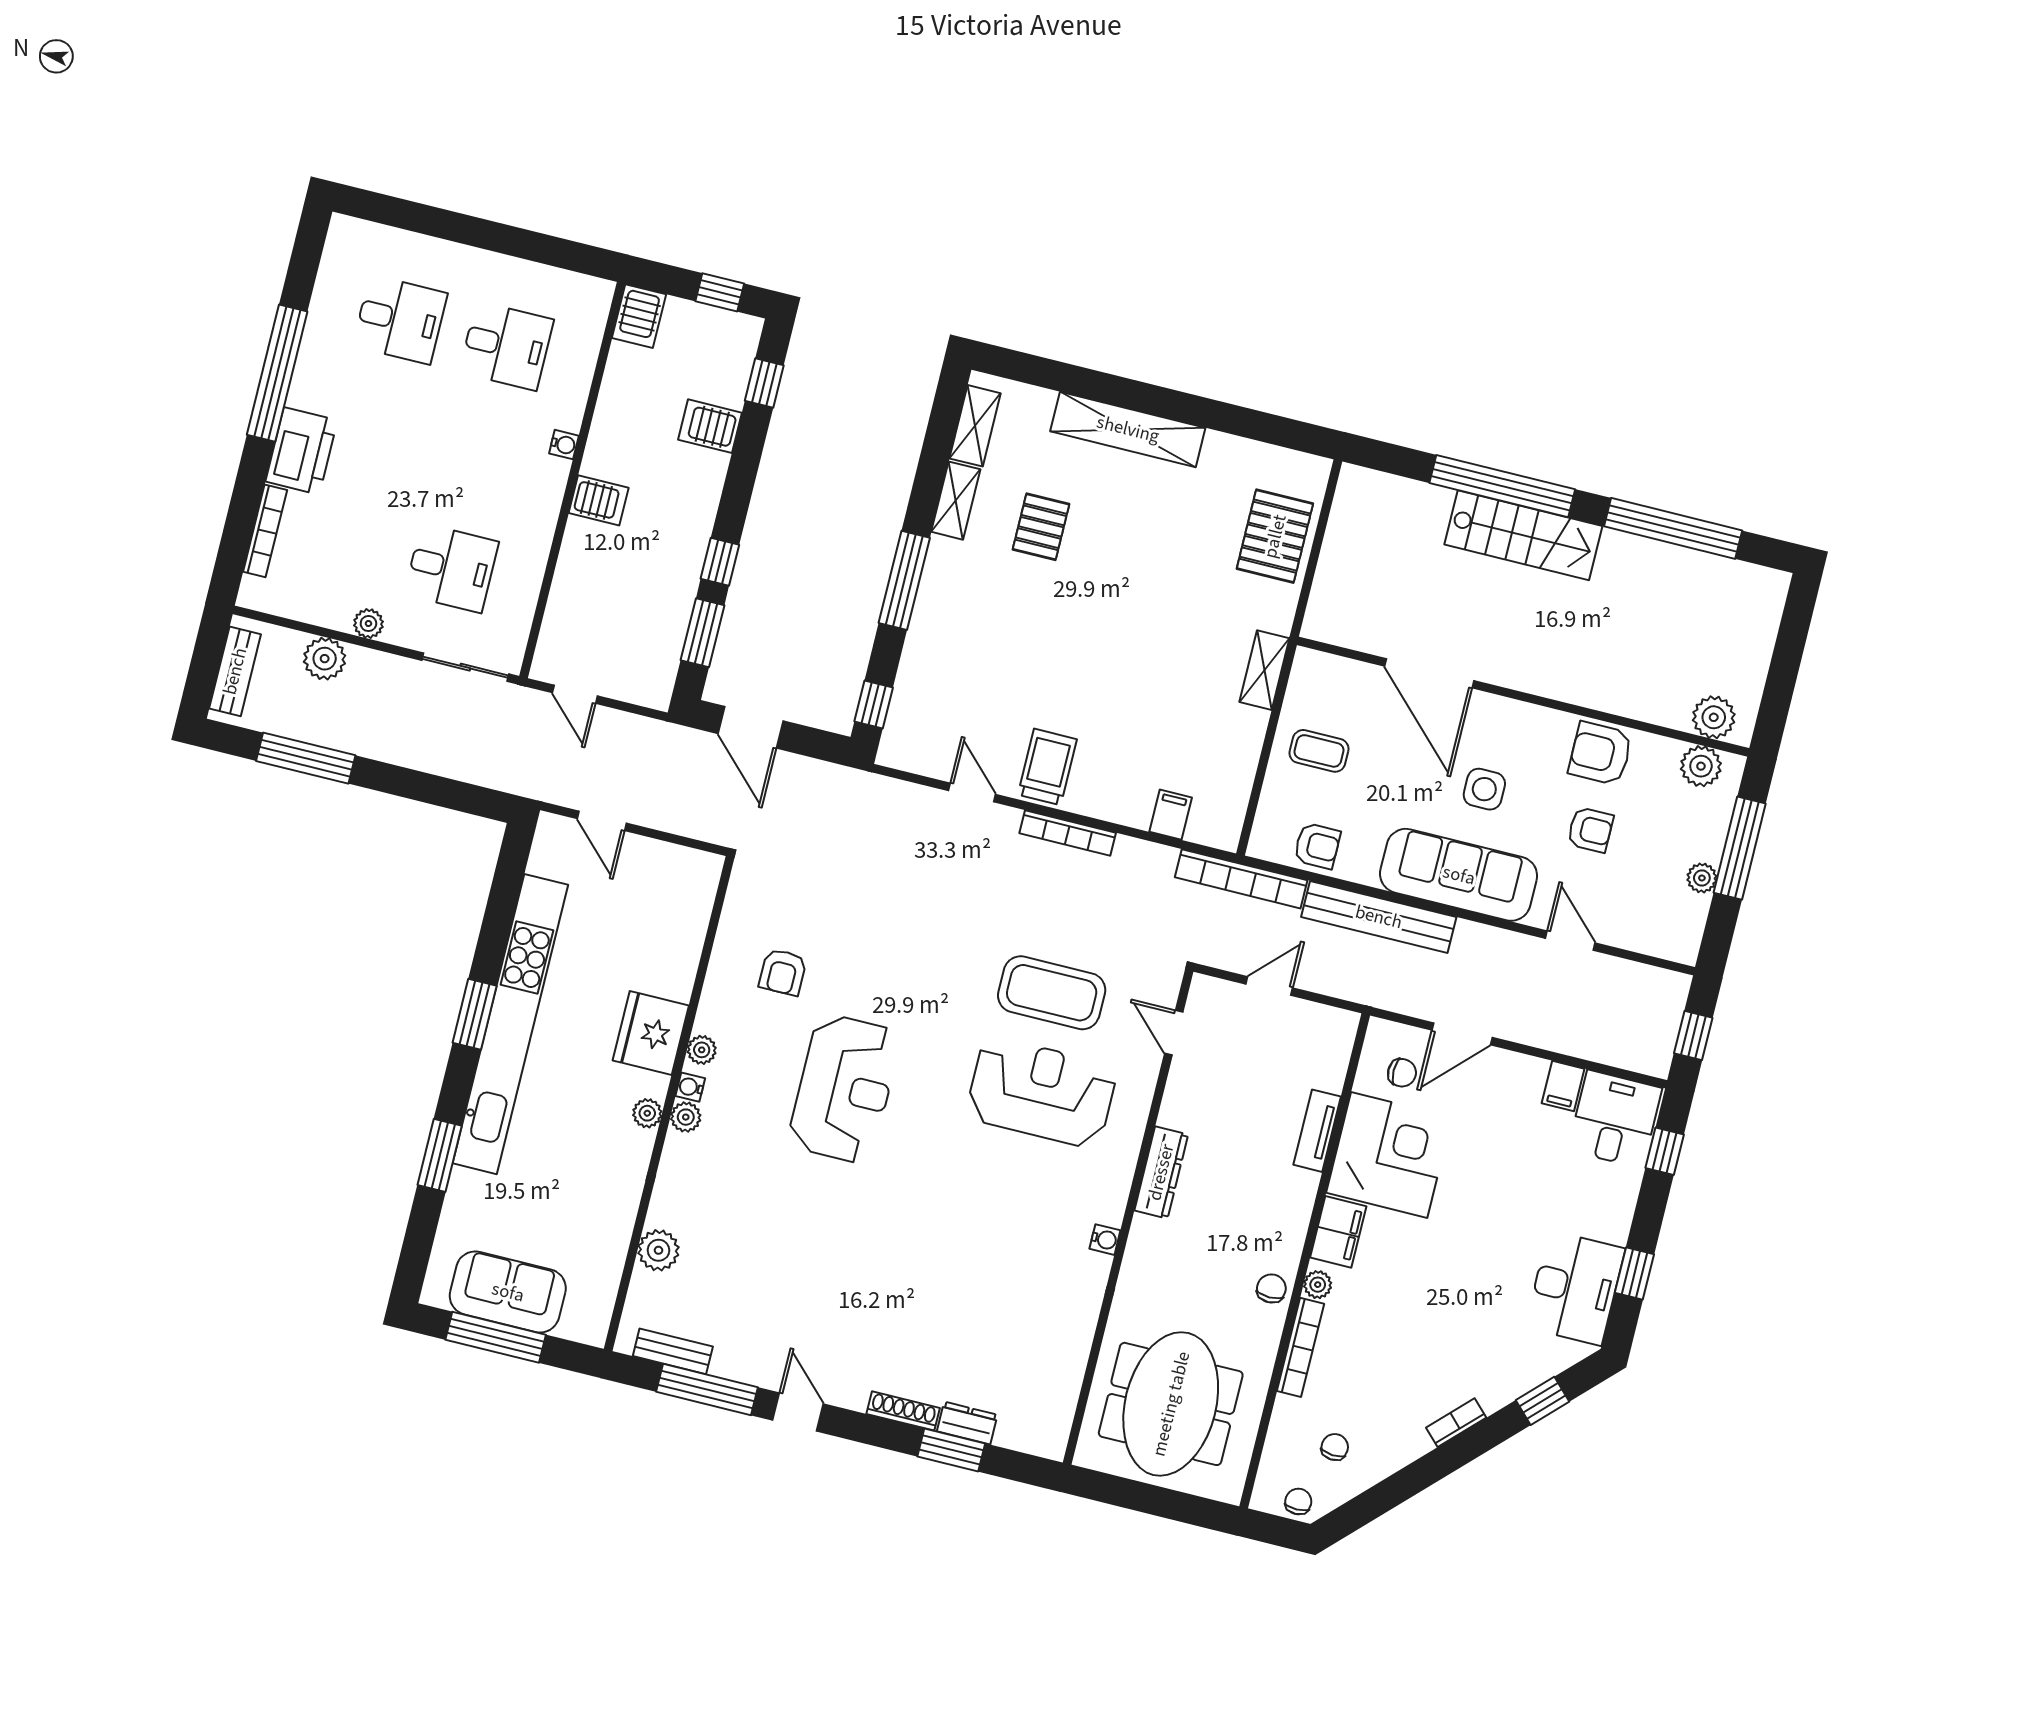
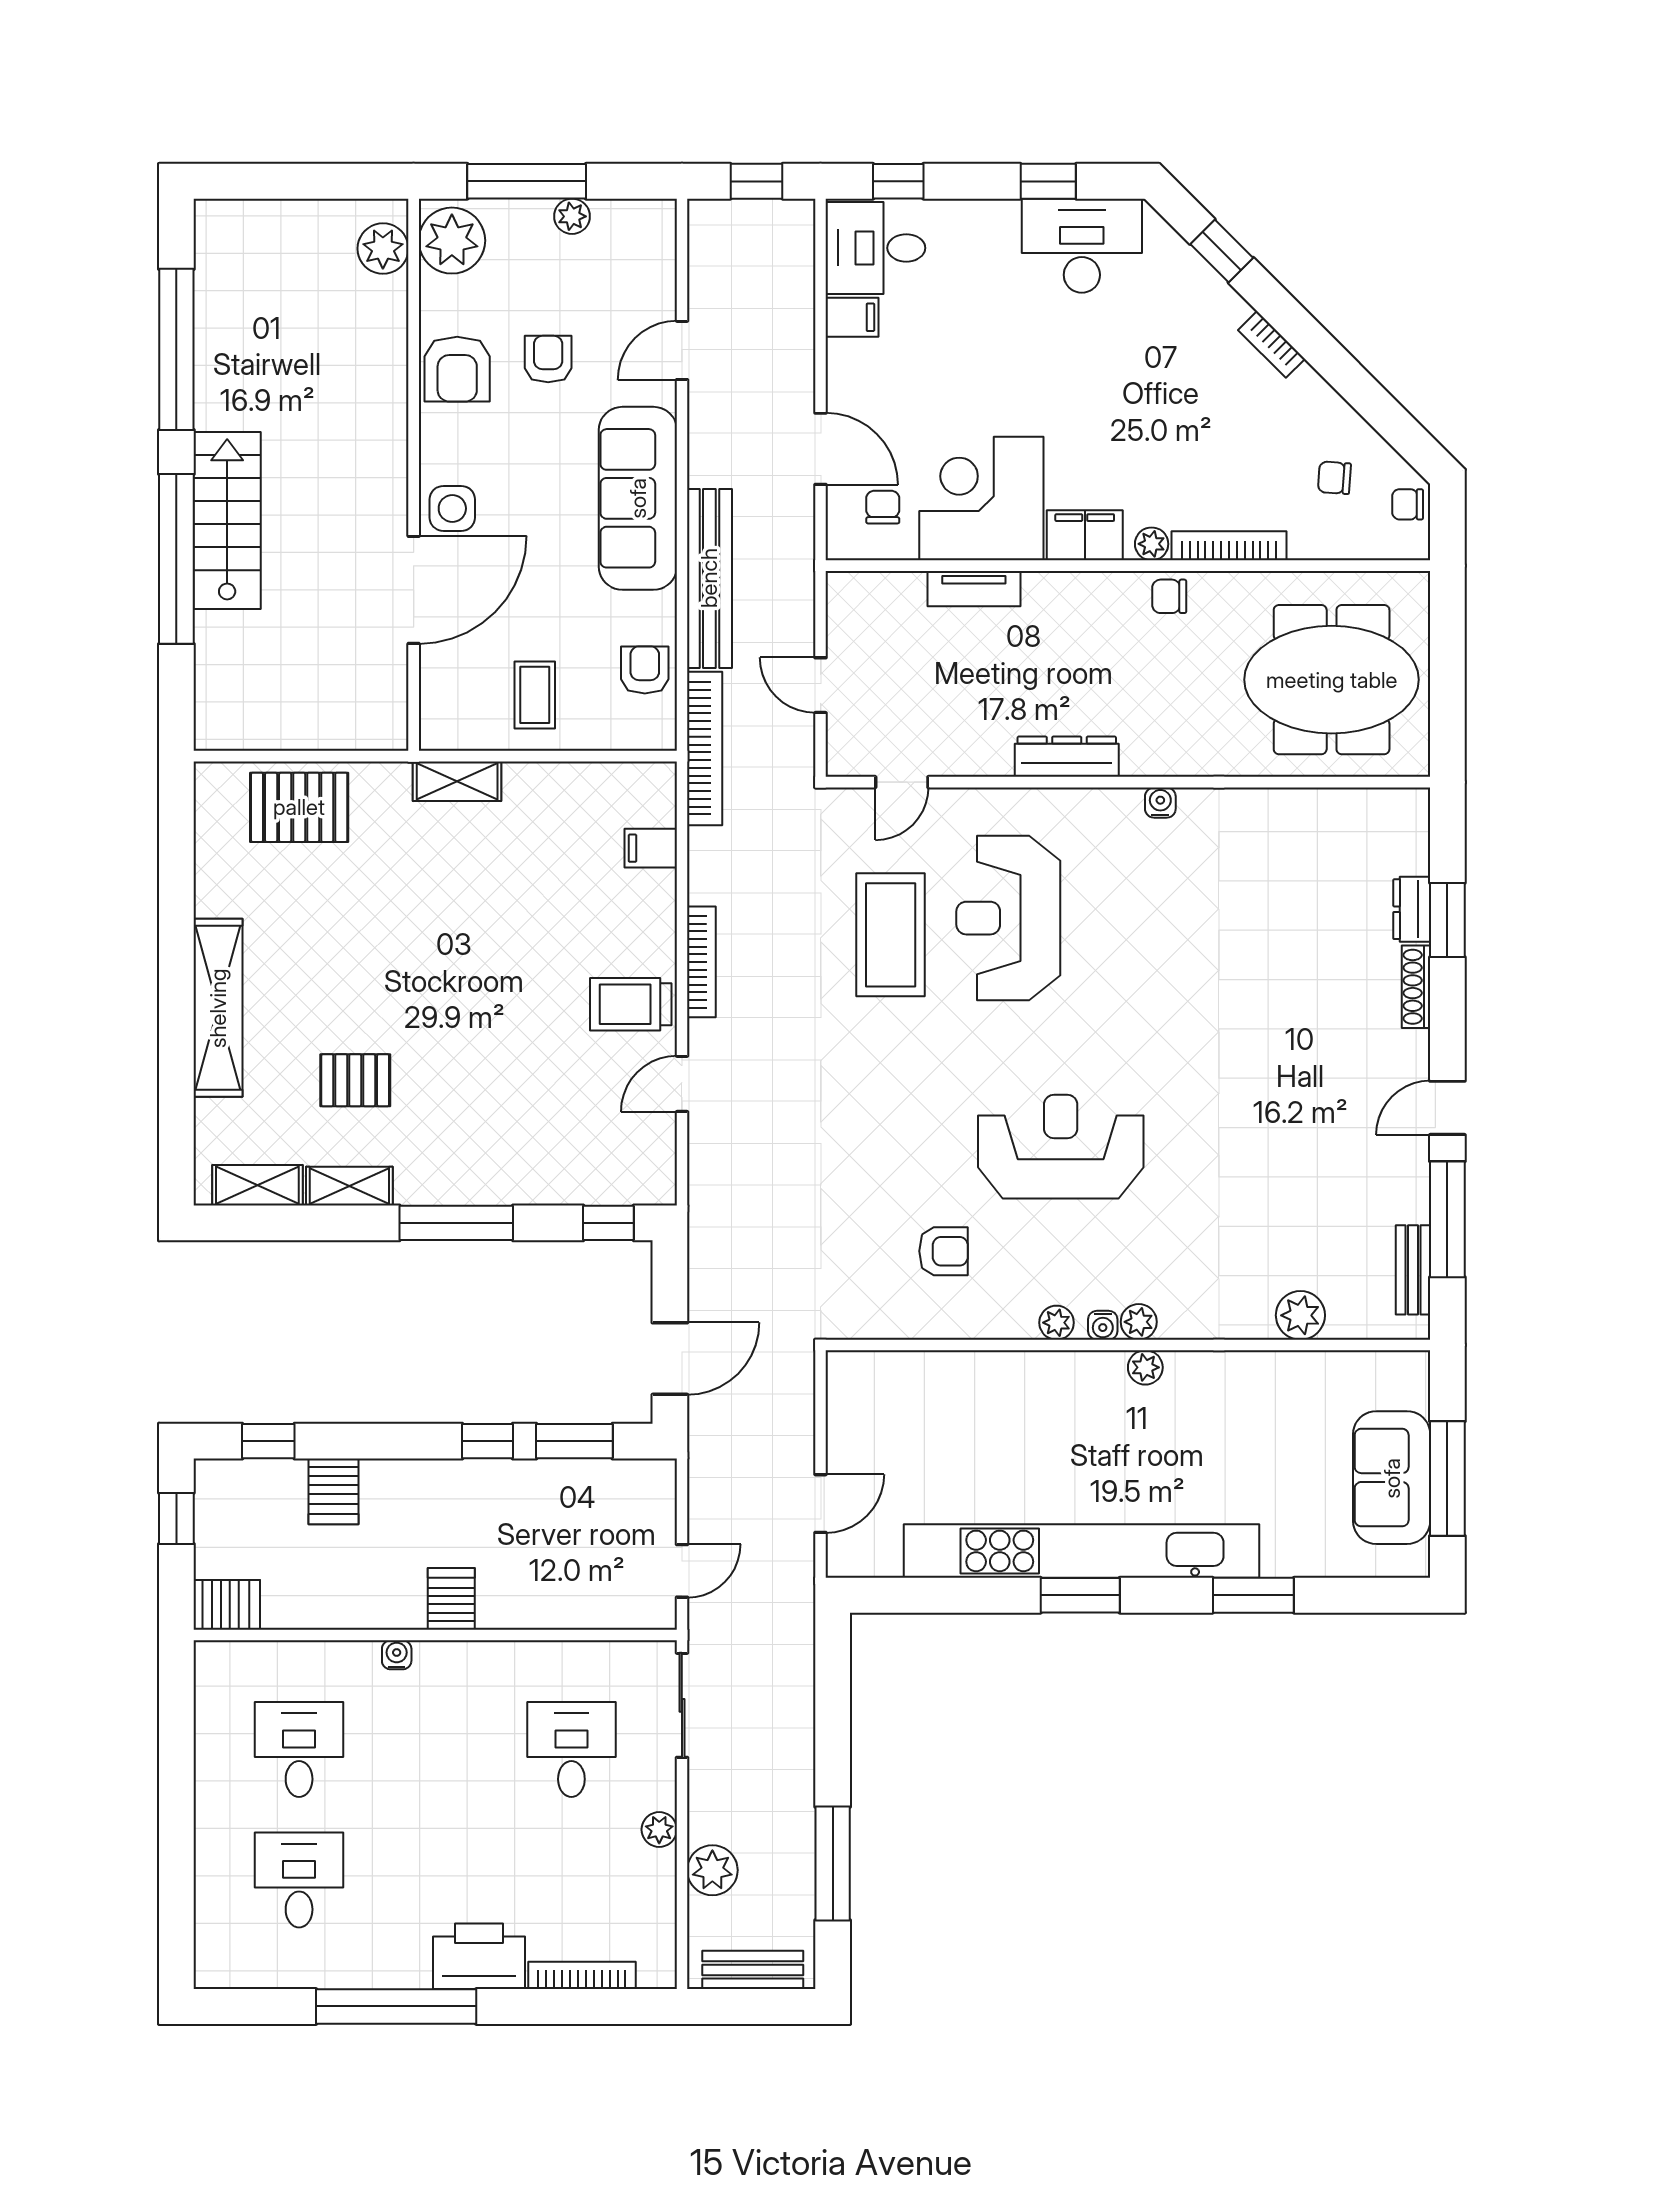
plant: (1701, 766) -> (452, 241), width x1.36, depth x1.36
side table: (1484, 789) -> (452, 508), moved
fridge: (651, 1033) -> (1052, 1386), removed

